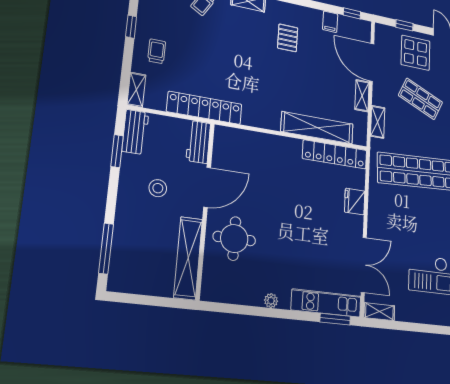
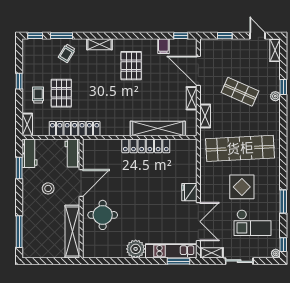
pallet: (288, 38) -> (131, 66), width x1.50, depth x1.42
display table: (416, 53) -> (242, 187), moved
pallet: (190, 55) -> (61, 93), added
locker: (335, 154) -> (146, 146), moved
fridge: (355, 202) -> (189, 192), moved
plant: (271, 301) -> (136, 249), width x1.87, depth x1.87
sliding door: (414, 327) -> (239, 261), added

